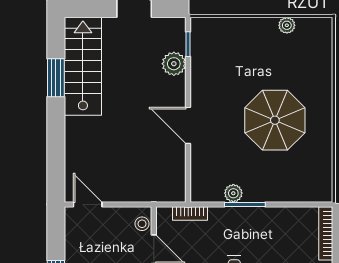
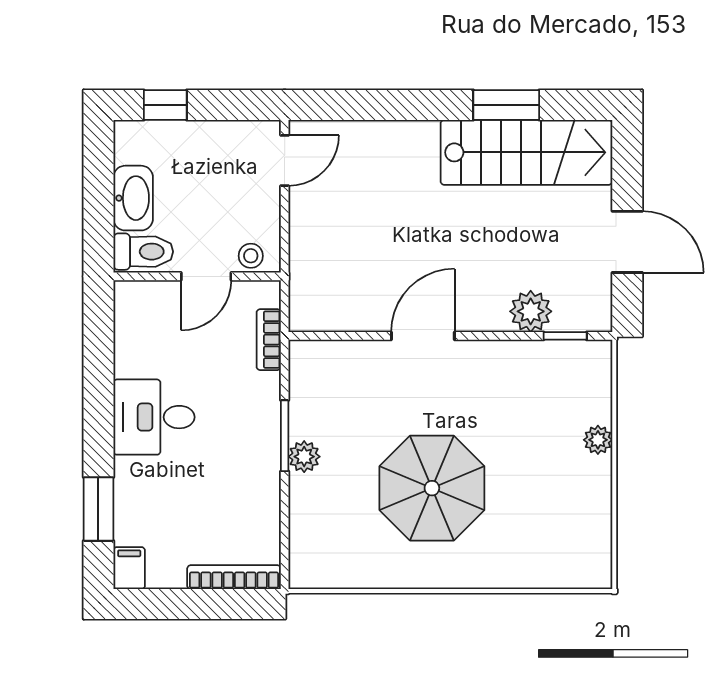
plant: (287, 25) -> (598, 440), moved
plant: (233, 193) -> (304, 457), moved

